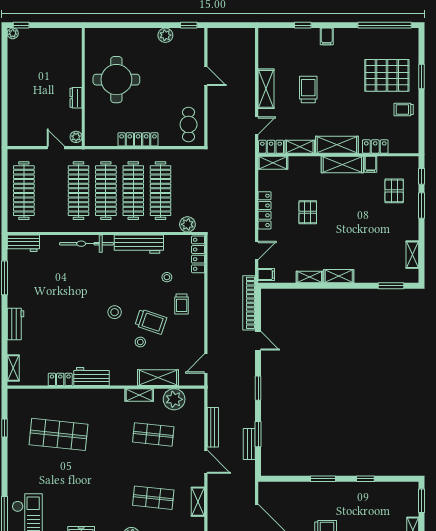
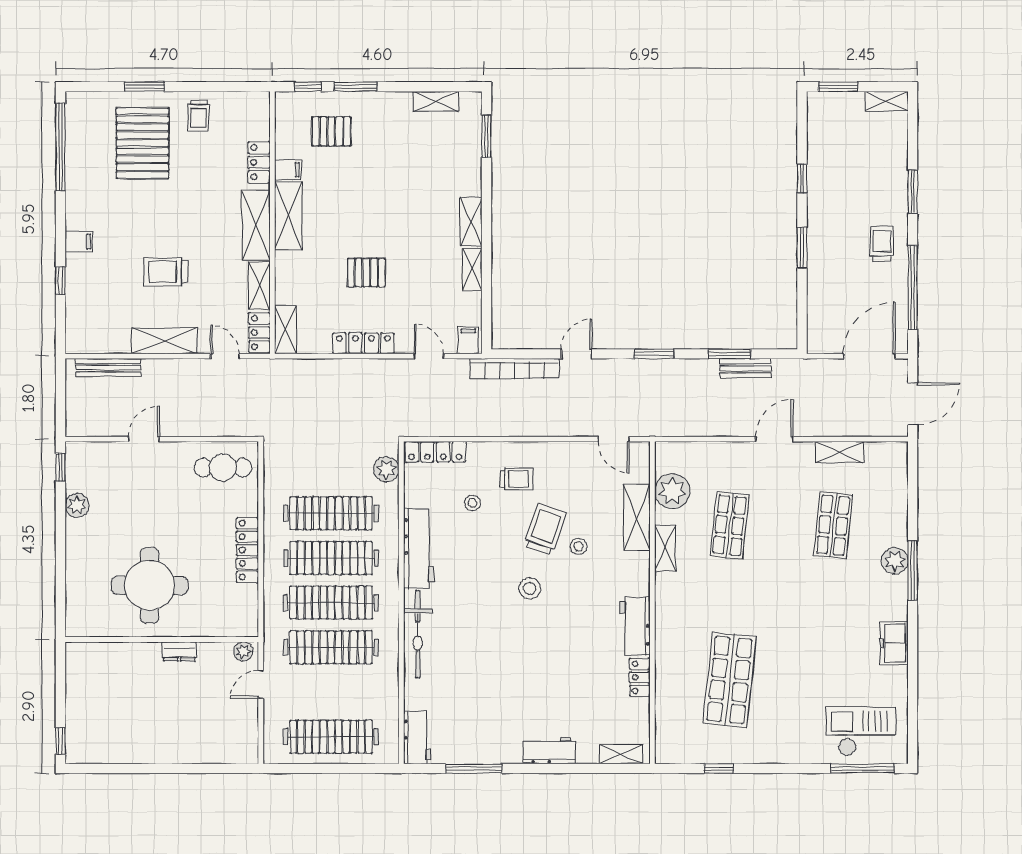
plant: (13, 33) -> (74, 755), removed
bench: (213, 427) -> (108, 368), moved

